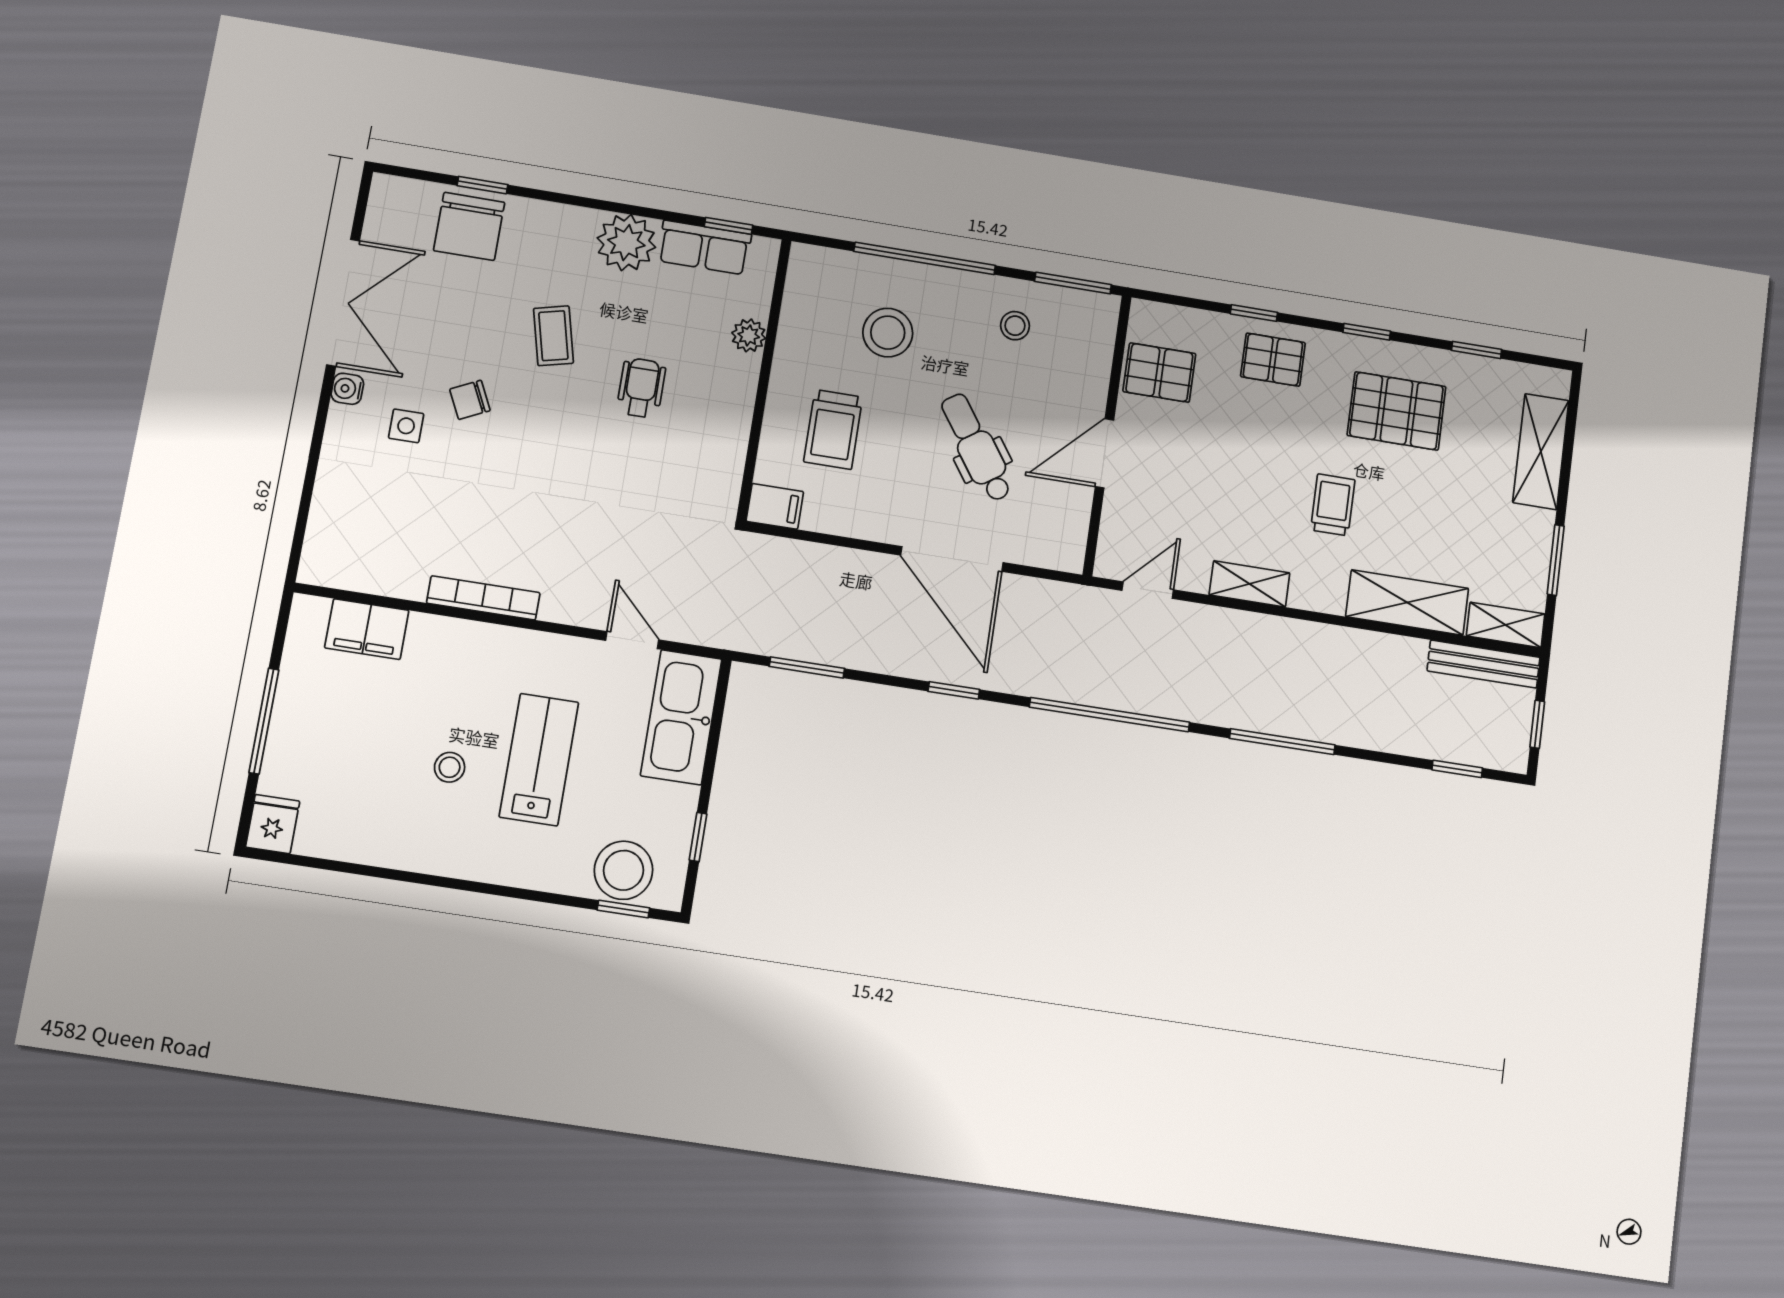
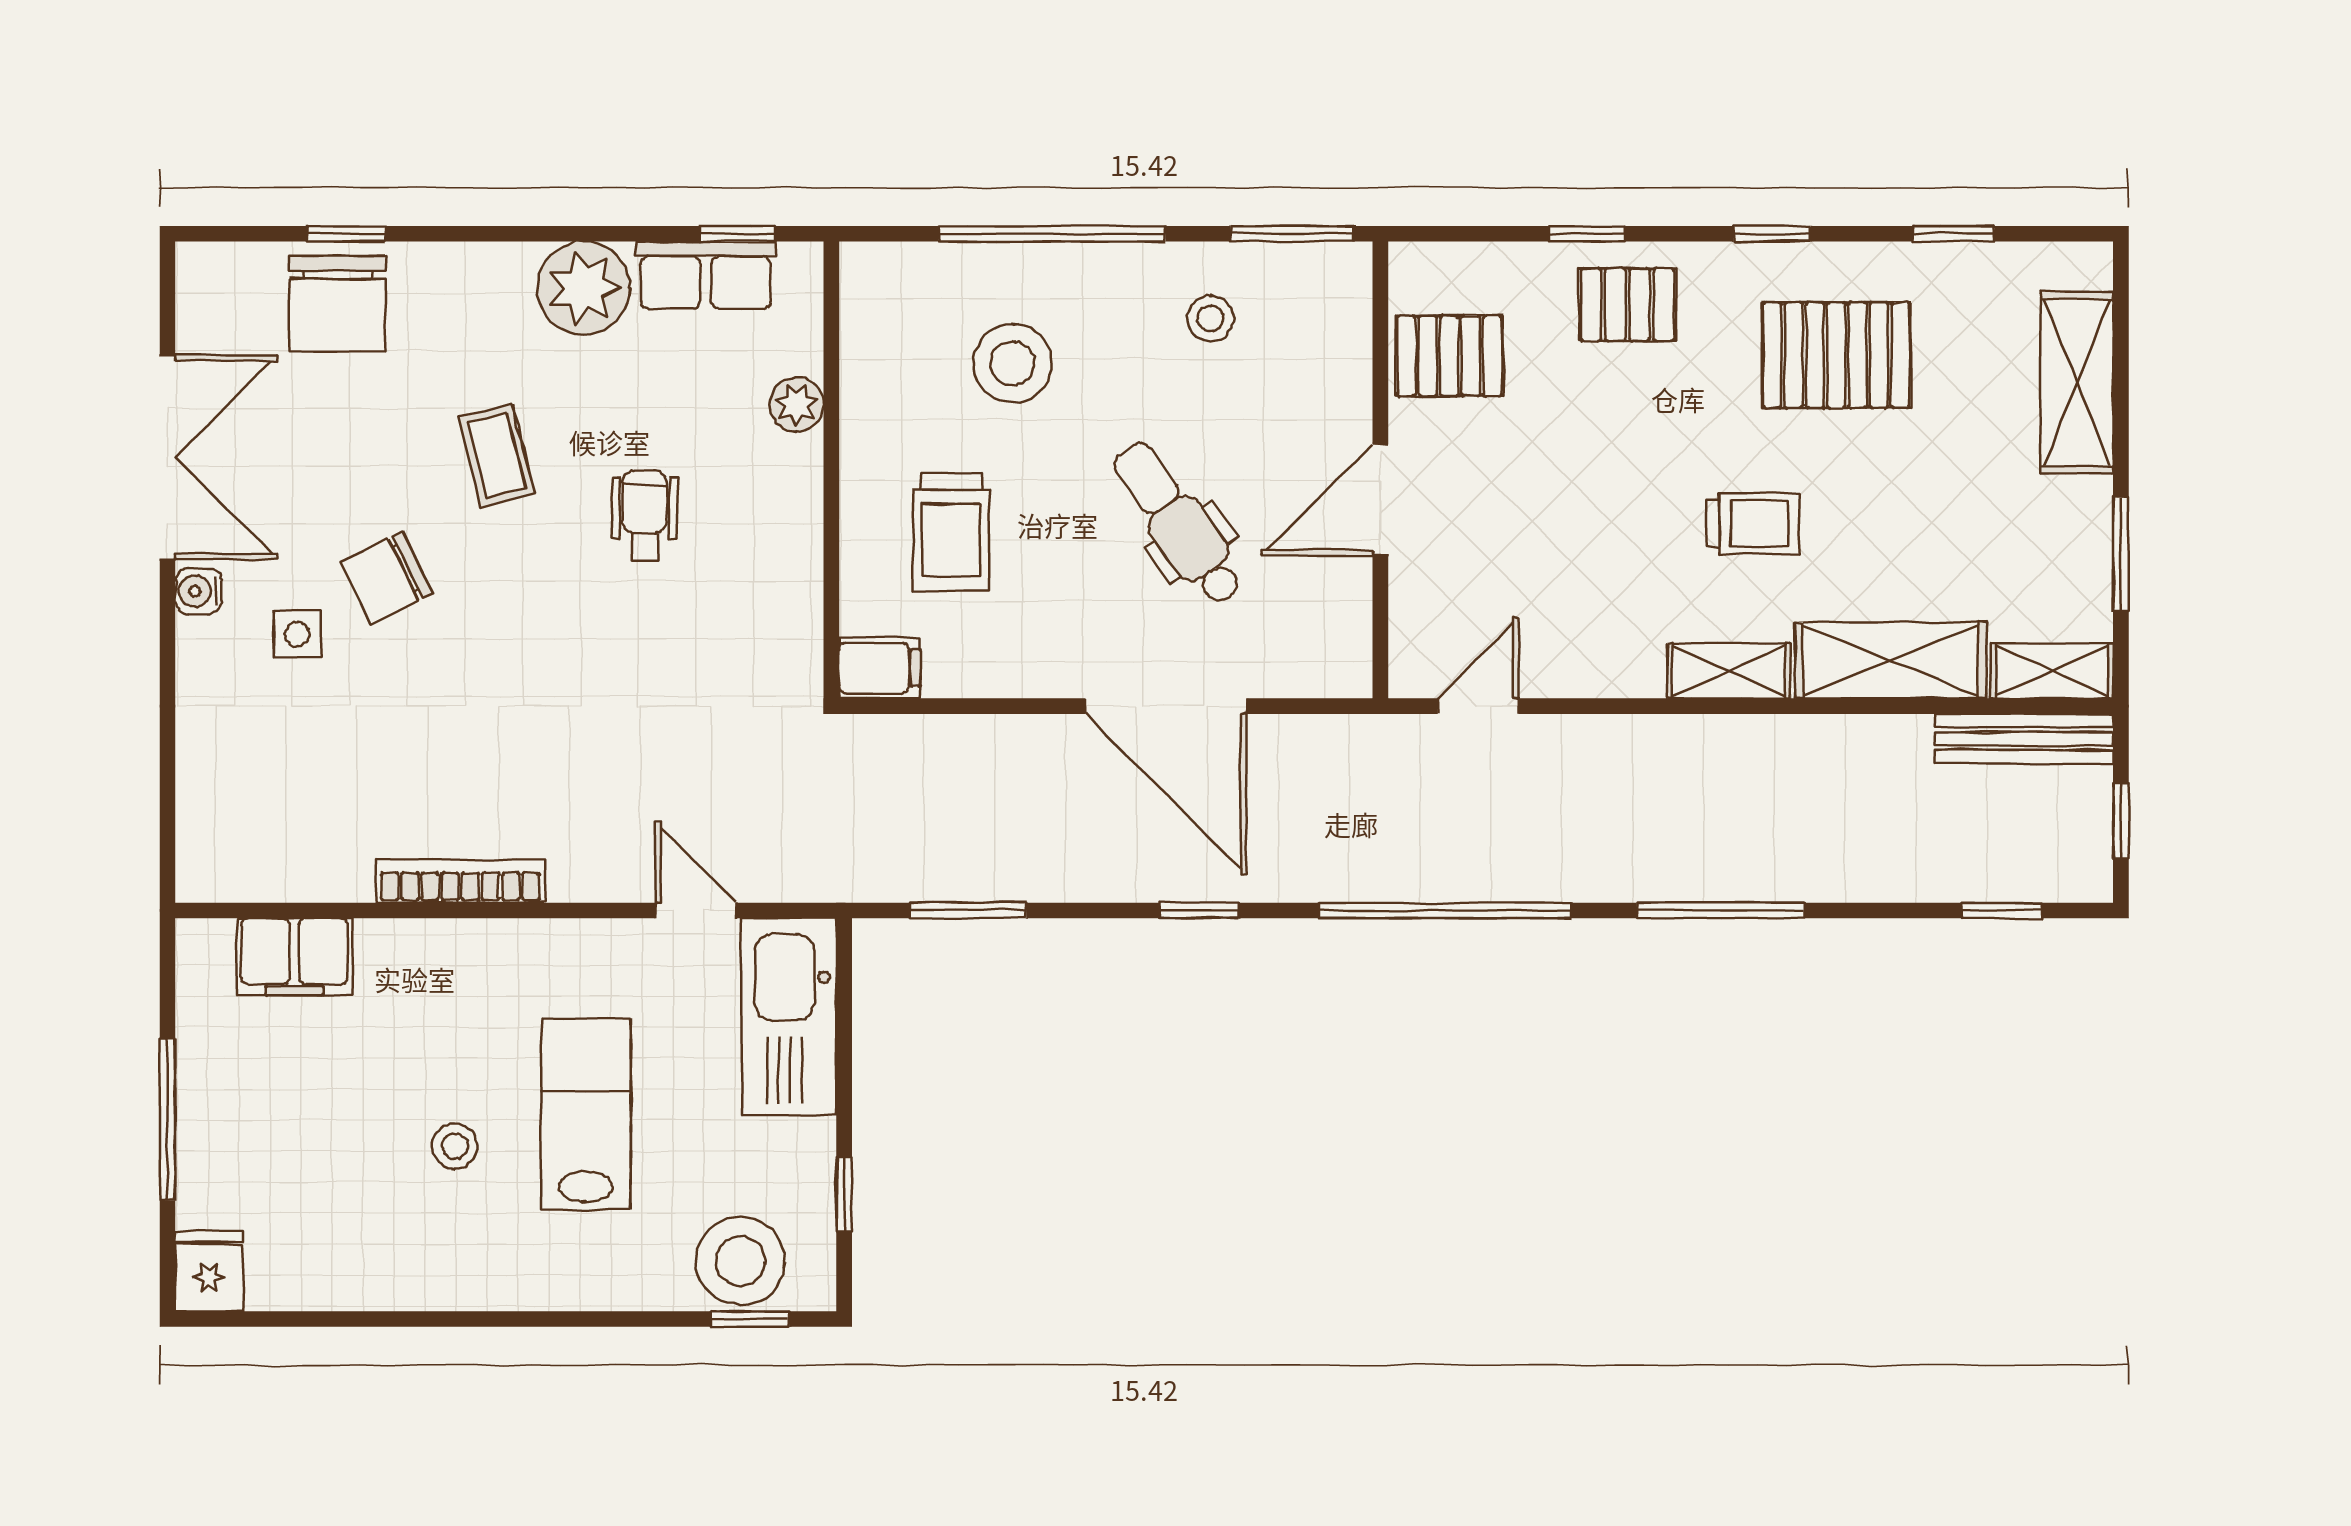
chair: (470, 400) -> (387, 578), width x1.37, depth x1.37
trolley: (1333, 505) -> (1753, 523), turned 90
shelving: (1249, 584) -> (1729, 671), moved

